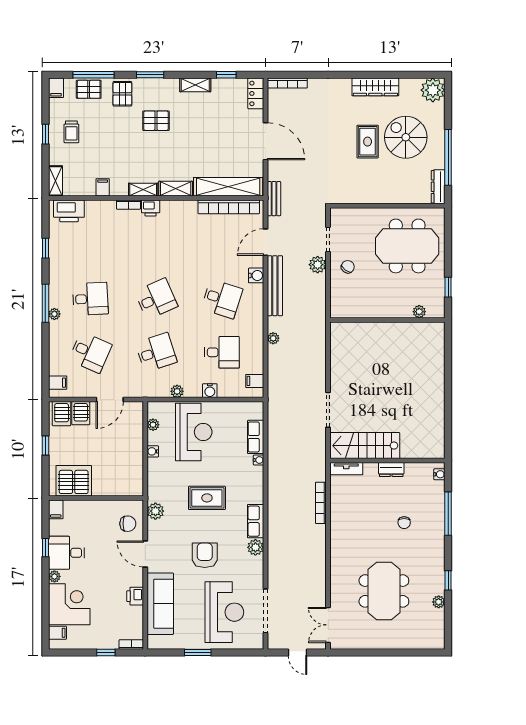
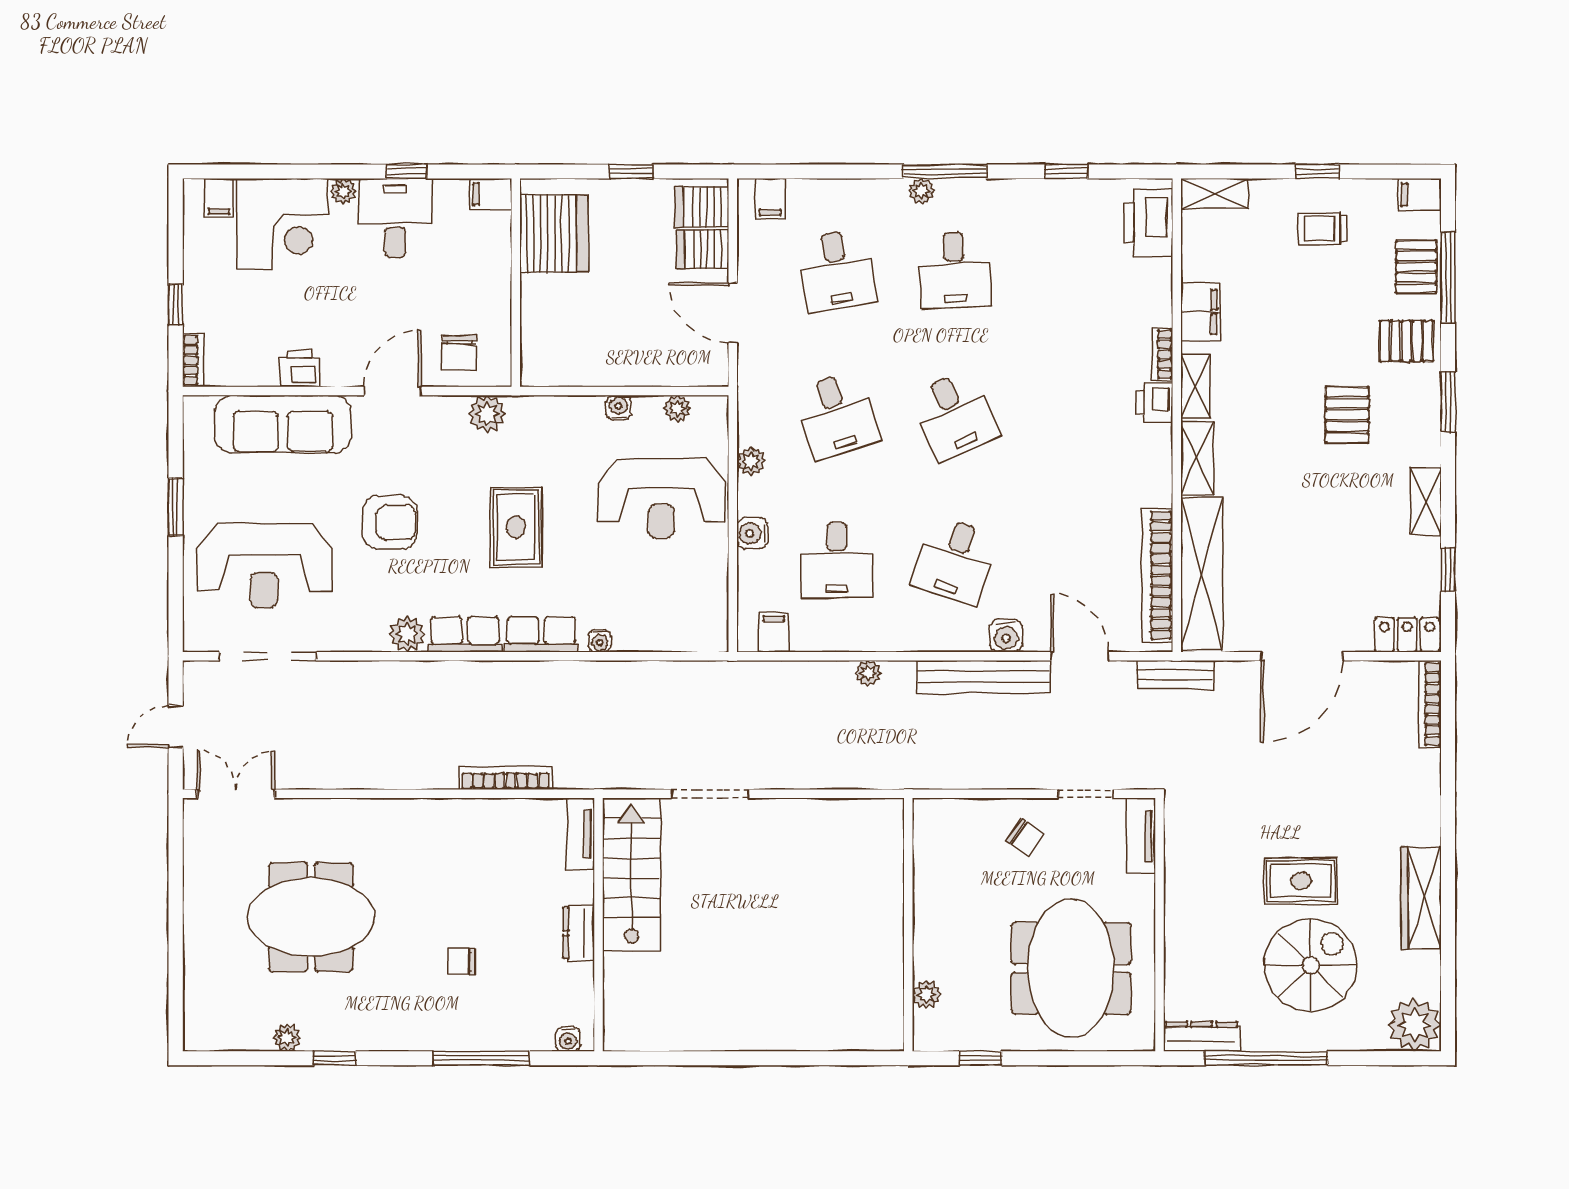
filing cabinet: (103, 187) -> (1200, 312), width x2.00
tv unit: (347, 214) -> (1141, 836), added
plant: (318, 265) -> (1030, 771), removed
desk: (90, 352) -> (837, 270), turned -33
row of seats: (256, 437) -> (541, 634), moved

